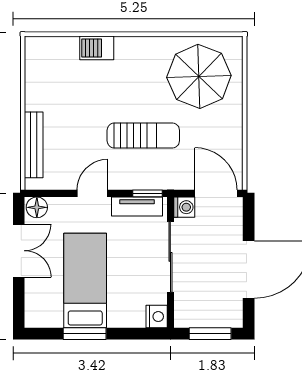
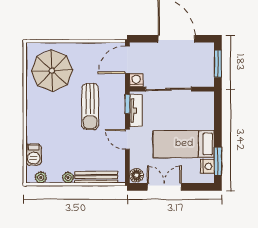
barbecue: (97, 48) -> (34, 155), moved
plant: (34, 59) -> (41, 177), added
plant: (33, 101) -> (68, 178), added
sun lounger: (143, 136) -> (90, 107), turned 180
nightstand: (157, 317) -> (207, 166), moved, turned 90
window: (85, 334) -> (218, 161), moved

